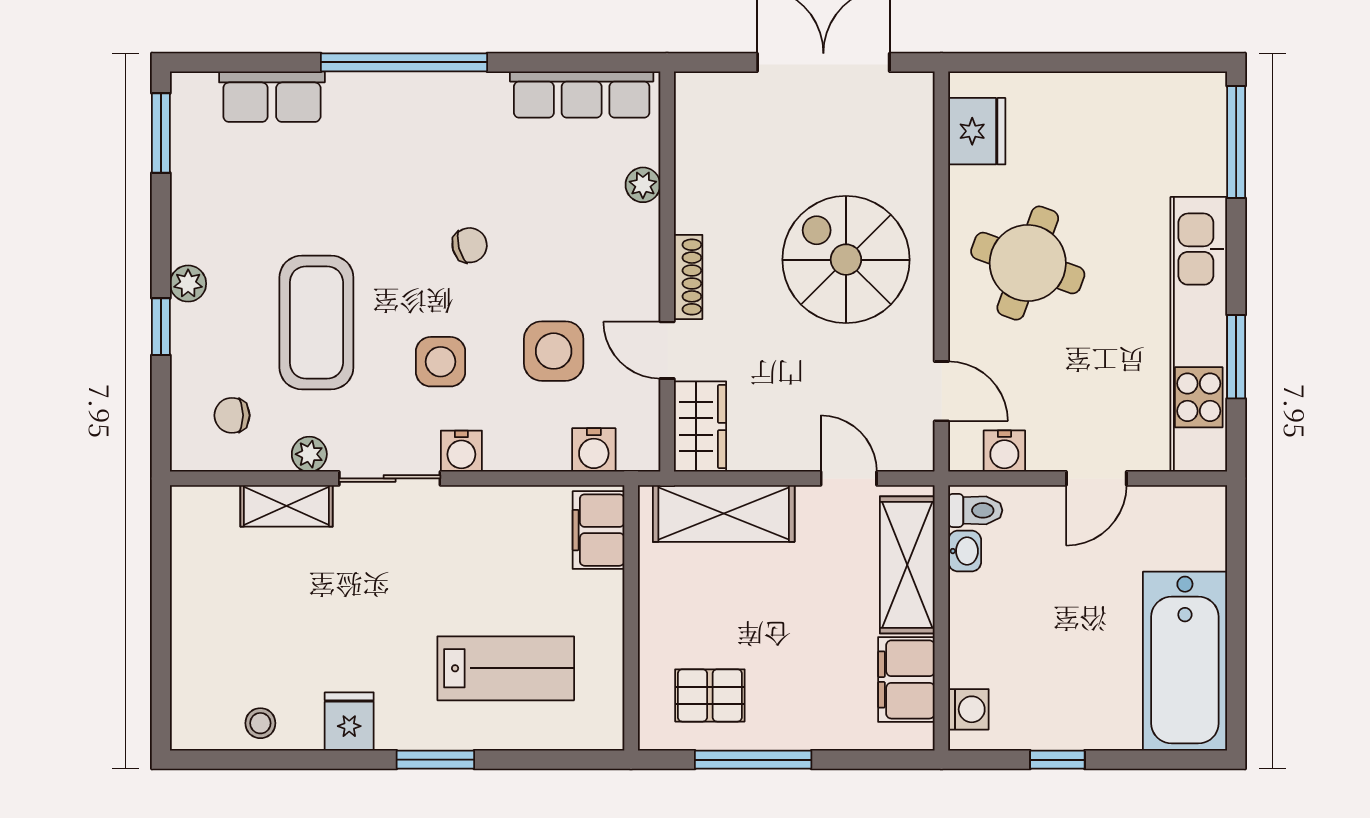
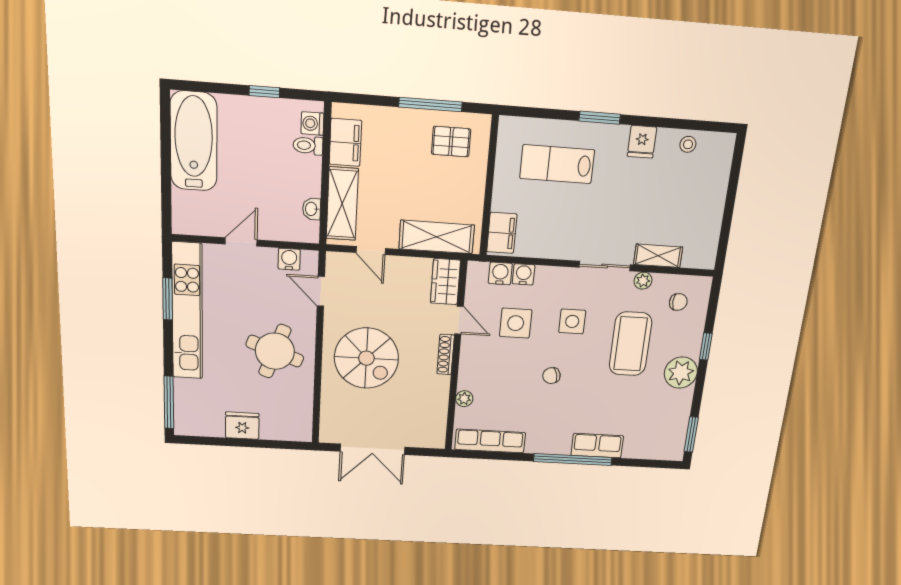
row of seats: (272, 97) -> (597, 446), moved
fridge: (977, 131) -> (242, 426), moved, turned 90
plant: (188, 284) -> (681, 373), width x1.88, depth x1.88
water cooler: (461, 451) -> (524, 274), moved
toilet: (975, 510) -> (308, 145), moved

